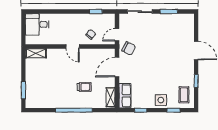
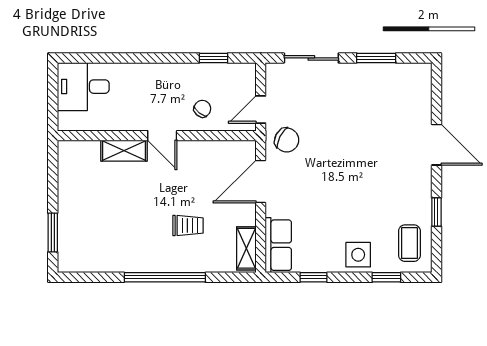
shelving: (36, 53) -> (124, 151), moved

